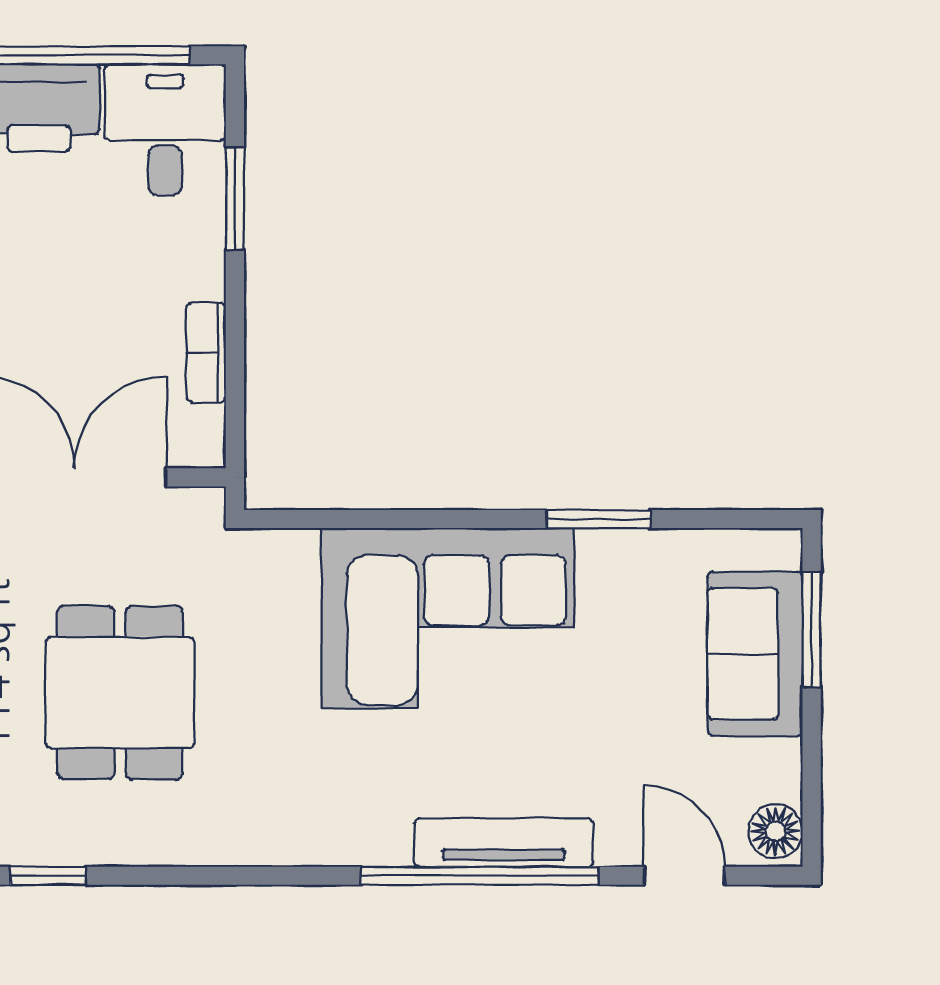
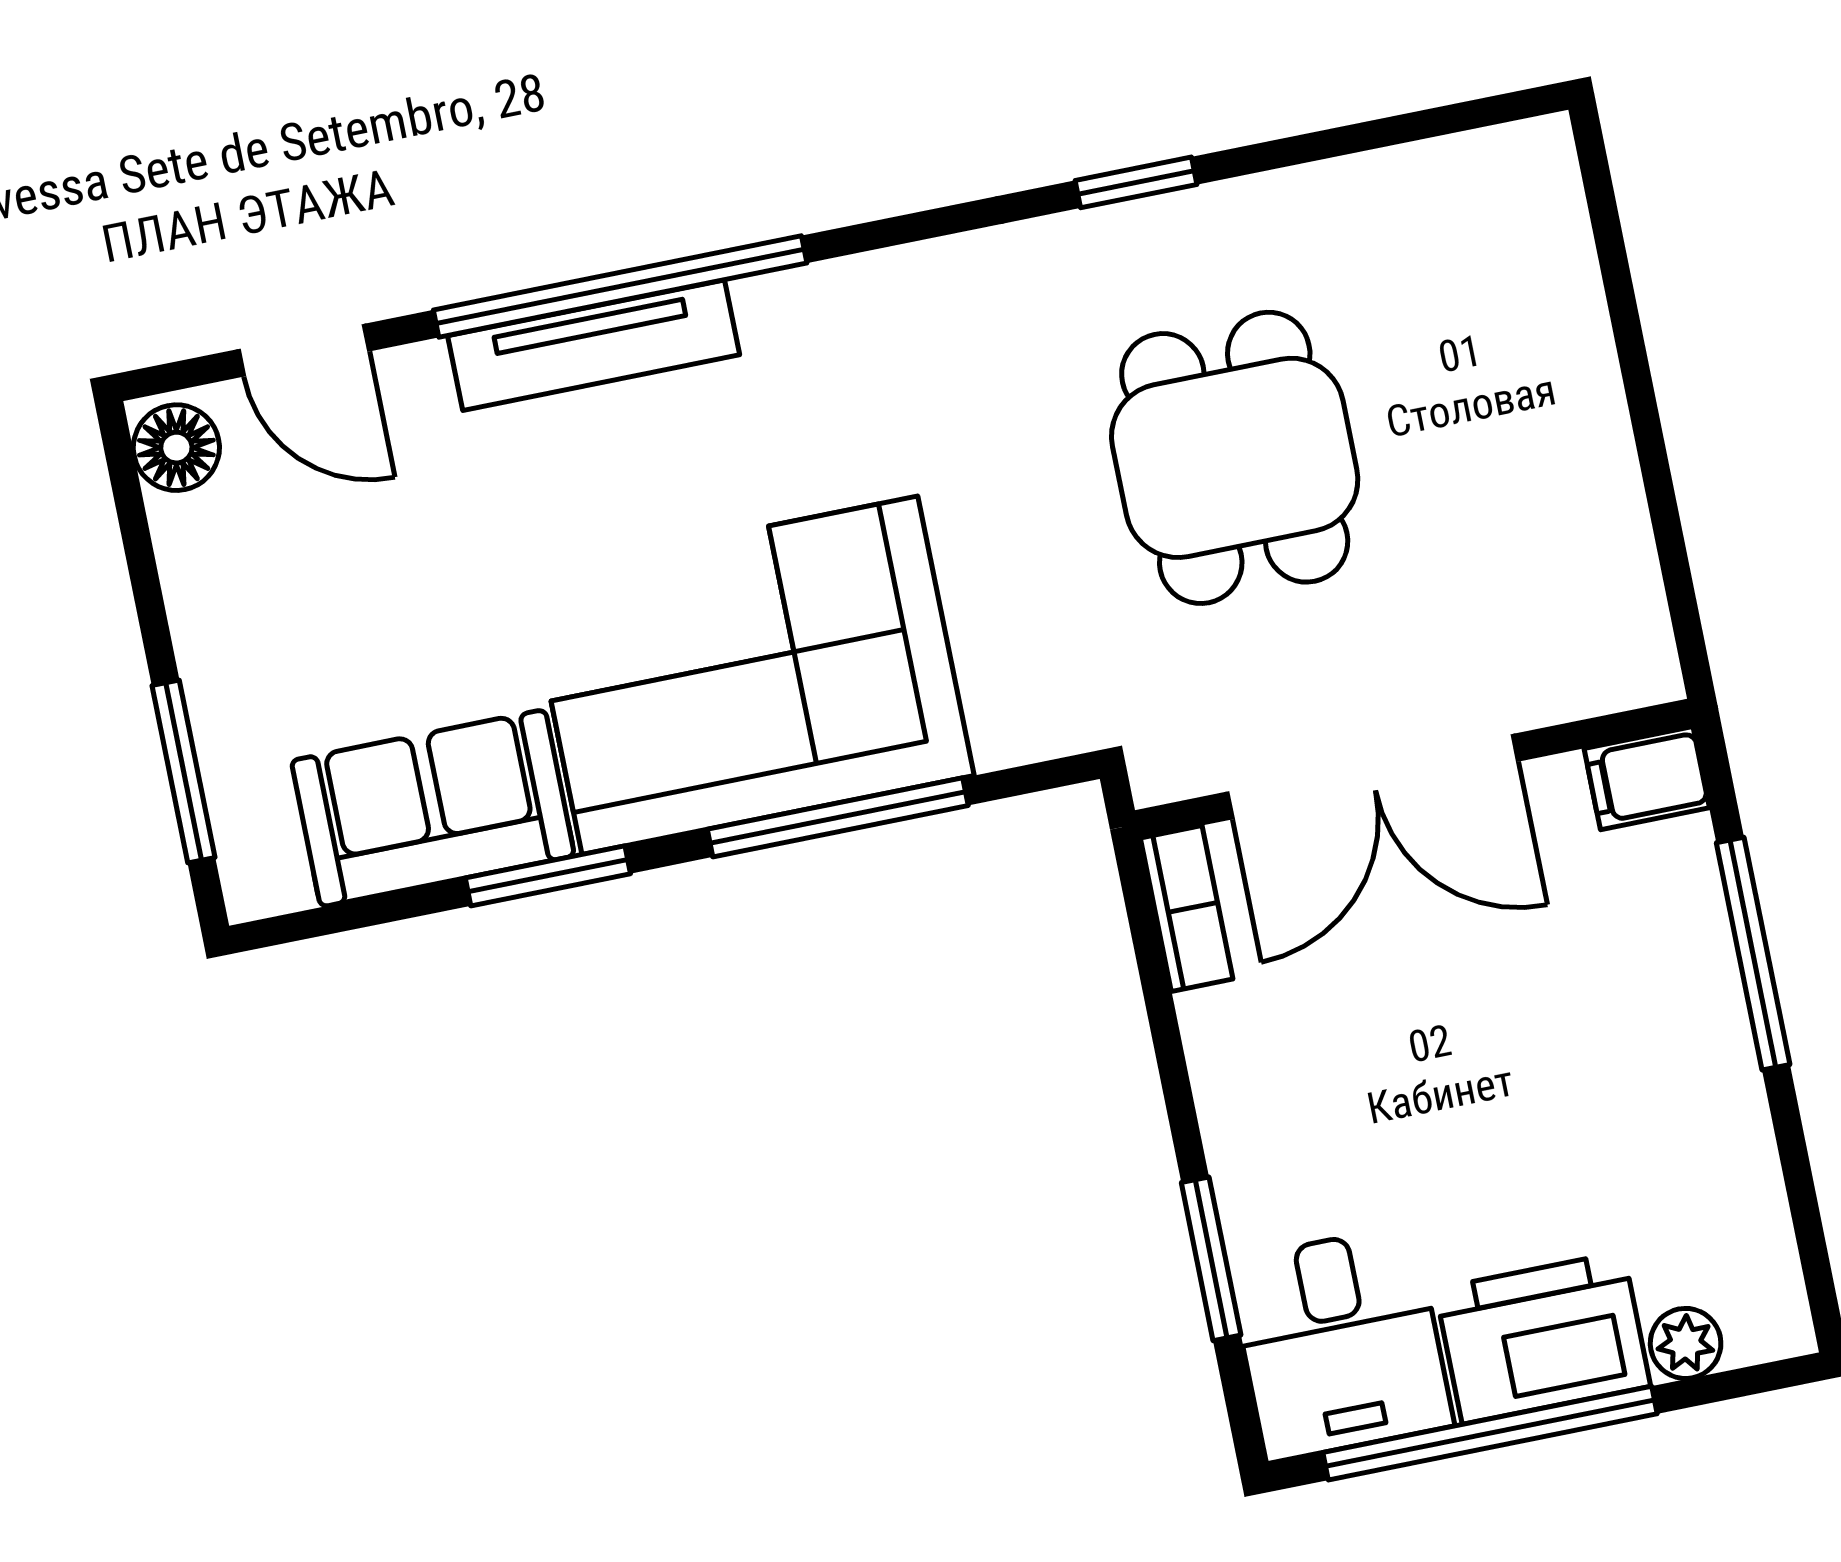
bookcase: (206, 352) -> (1187, 908), moved
window: (411, 519) -> (838, 817), added
sofa: (755, 654) -> (433, 808), moved, turned -90
window: (48, 876) -> (1136, 182), moved

